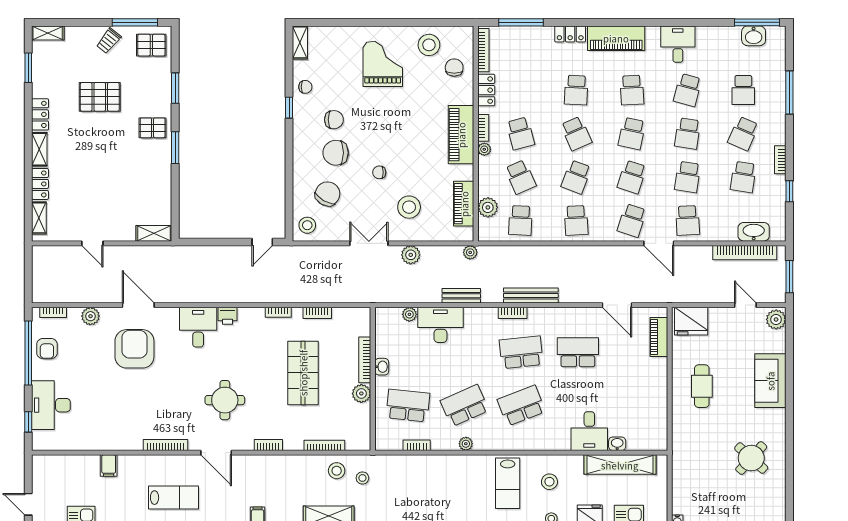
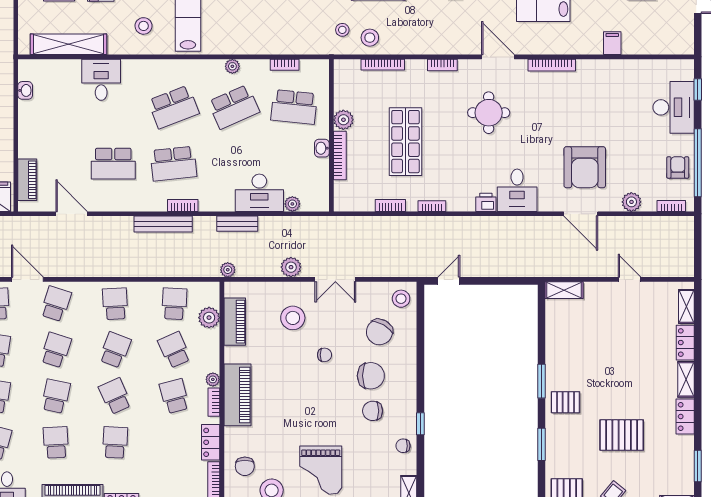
washbasin: (617, 444) -> (25, 90), moved, turned -90

